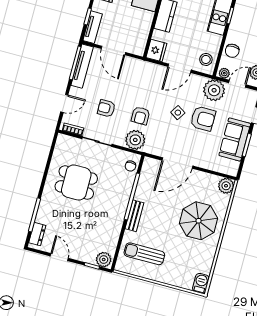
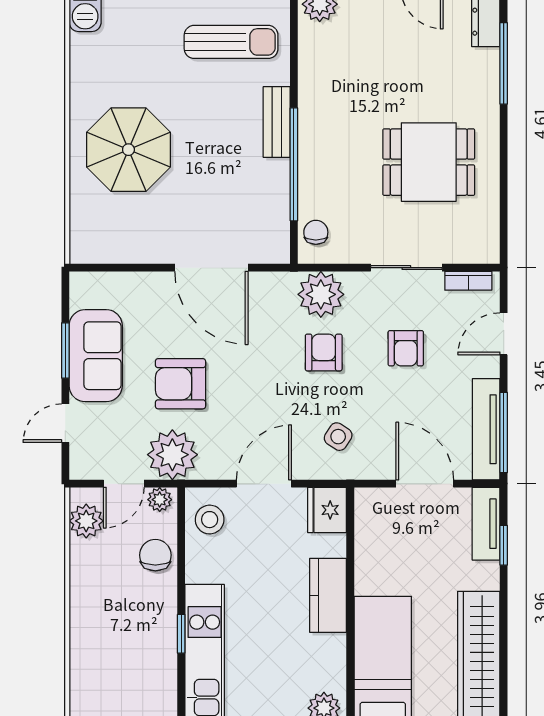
armchair: (106, 108) -> (406, 348), turned 90
side table: (178, 113) -> (338, 437), moved
door: (177, 163) -> (211, 268), swing flipped
plant: (226, 186) -> (87, 246), removed

